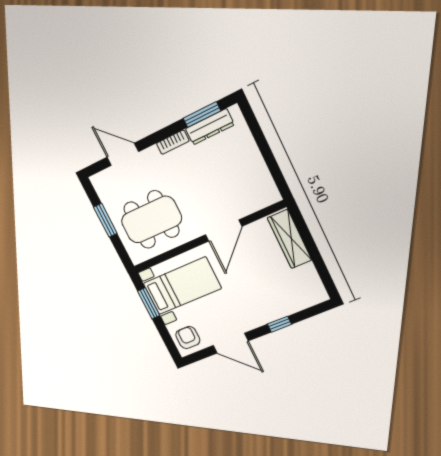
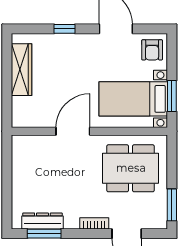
bookcase: (173, 142) -> (94, 223), moved
window: (105, 220) -> (172, 205), moved
wardrobe: (290, 239) -> (21, 70), moved

